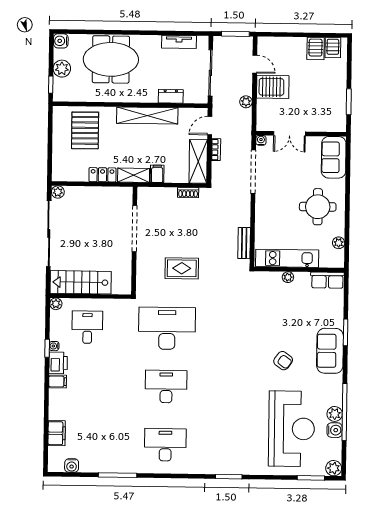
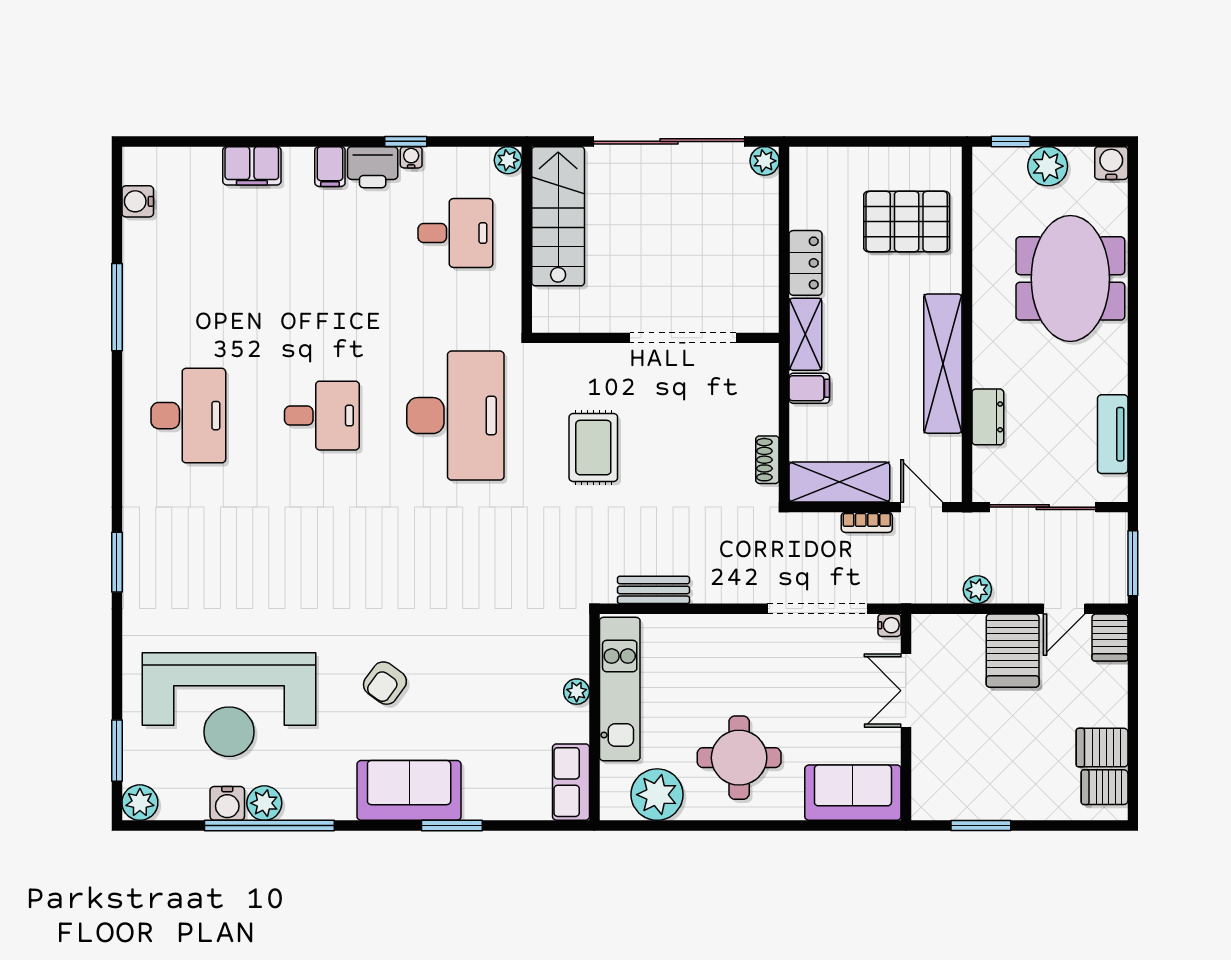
server rack: (268, 44) -> (1110, 637), added
plant: (339, 243) -> (657, 795), width x1.88, depth x1.88
desk: (166, 387) -> (322, 416), width x0.73
filing cabinet: (57, 433) -> (252, 166), moved

